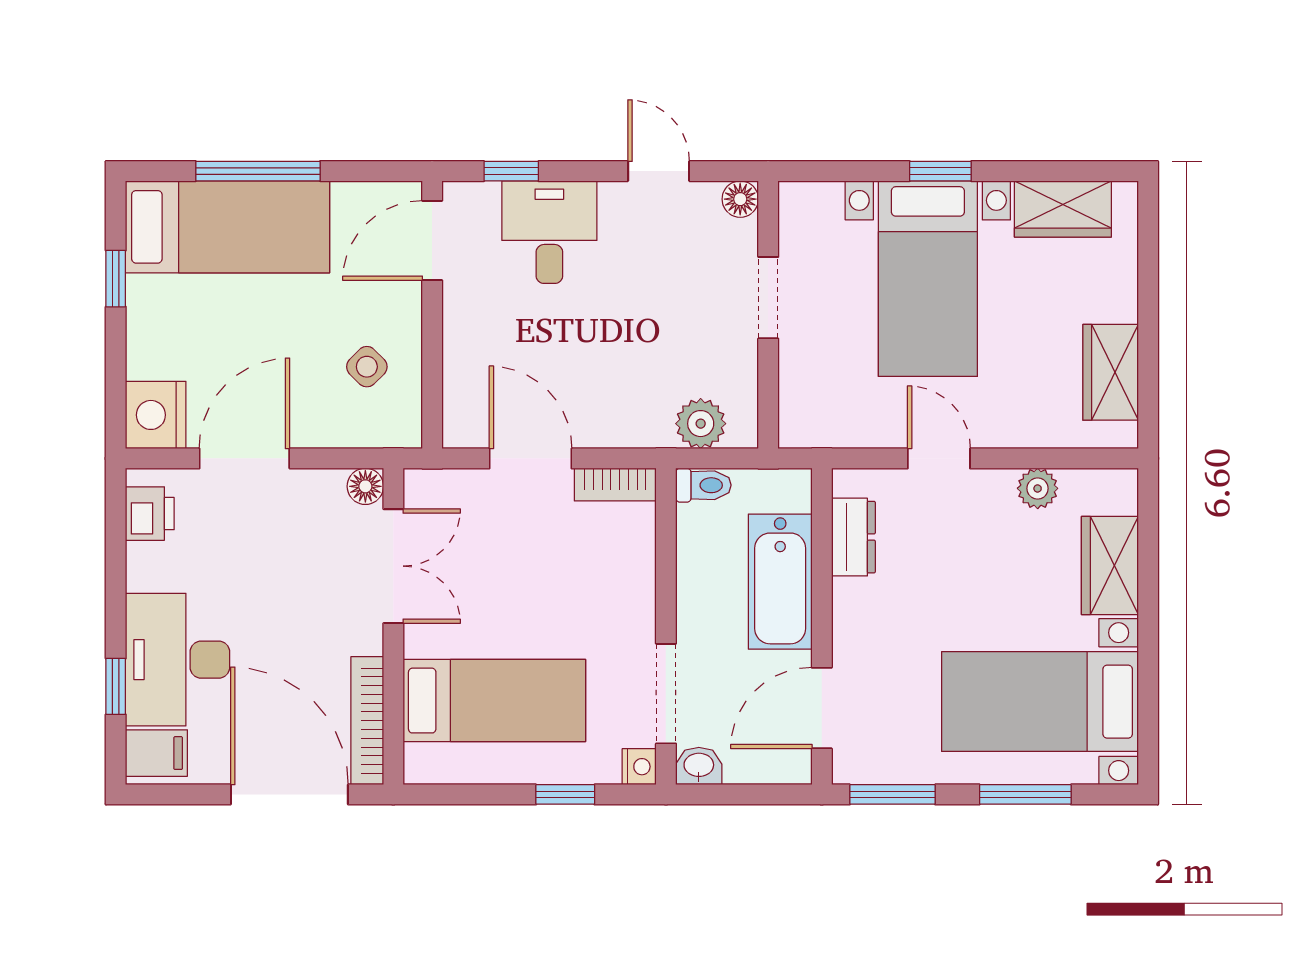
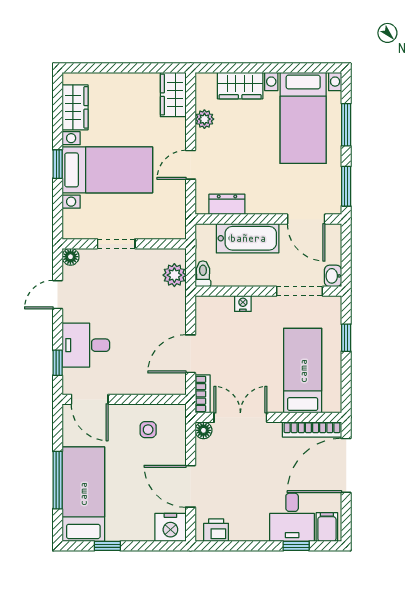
side table: (367, 367) -> (148, 430), turned 45
wardrobe: (1111, 372) -> (173, 95), moved, turned 90
bookcase: (615, 485) -> (203, 394), moved
desk: (178, 660) -> (292, 517), width x0.73
nightstand: (639, 767) -> (243, 304), moved

